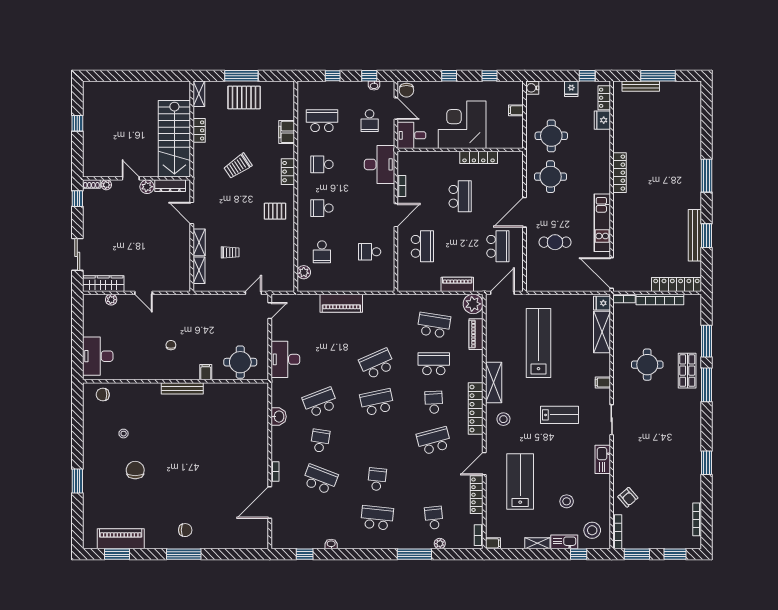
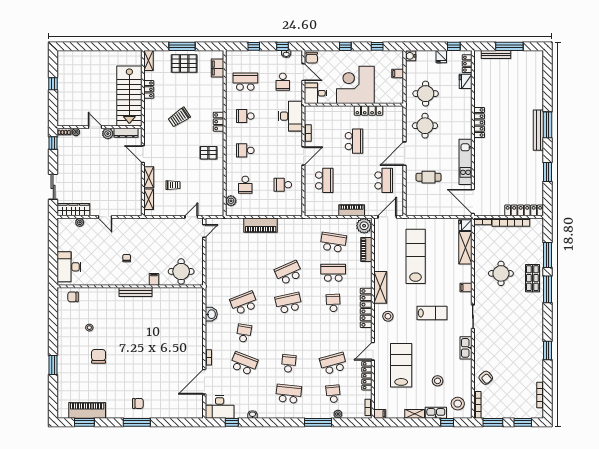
filing cabinet: (287, 132) -> (218, 68), moved
bench: (695, 235) -> (538, 130), moved
desk: (285, 359) -> (220, 407), moved, turned -90
school desk: (434, 441) -> (333, 364), moved

